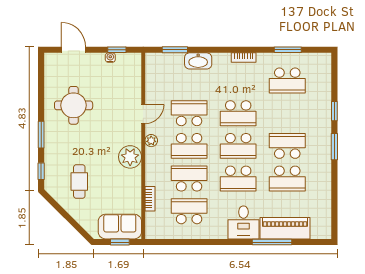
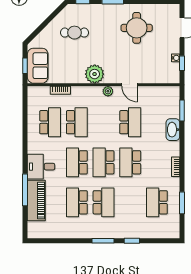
school desk: (189, 146) -> (104, 122), removed

